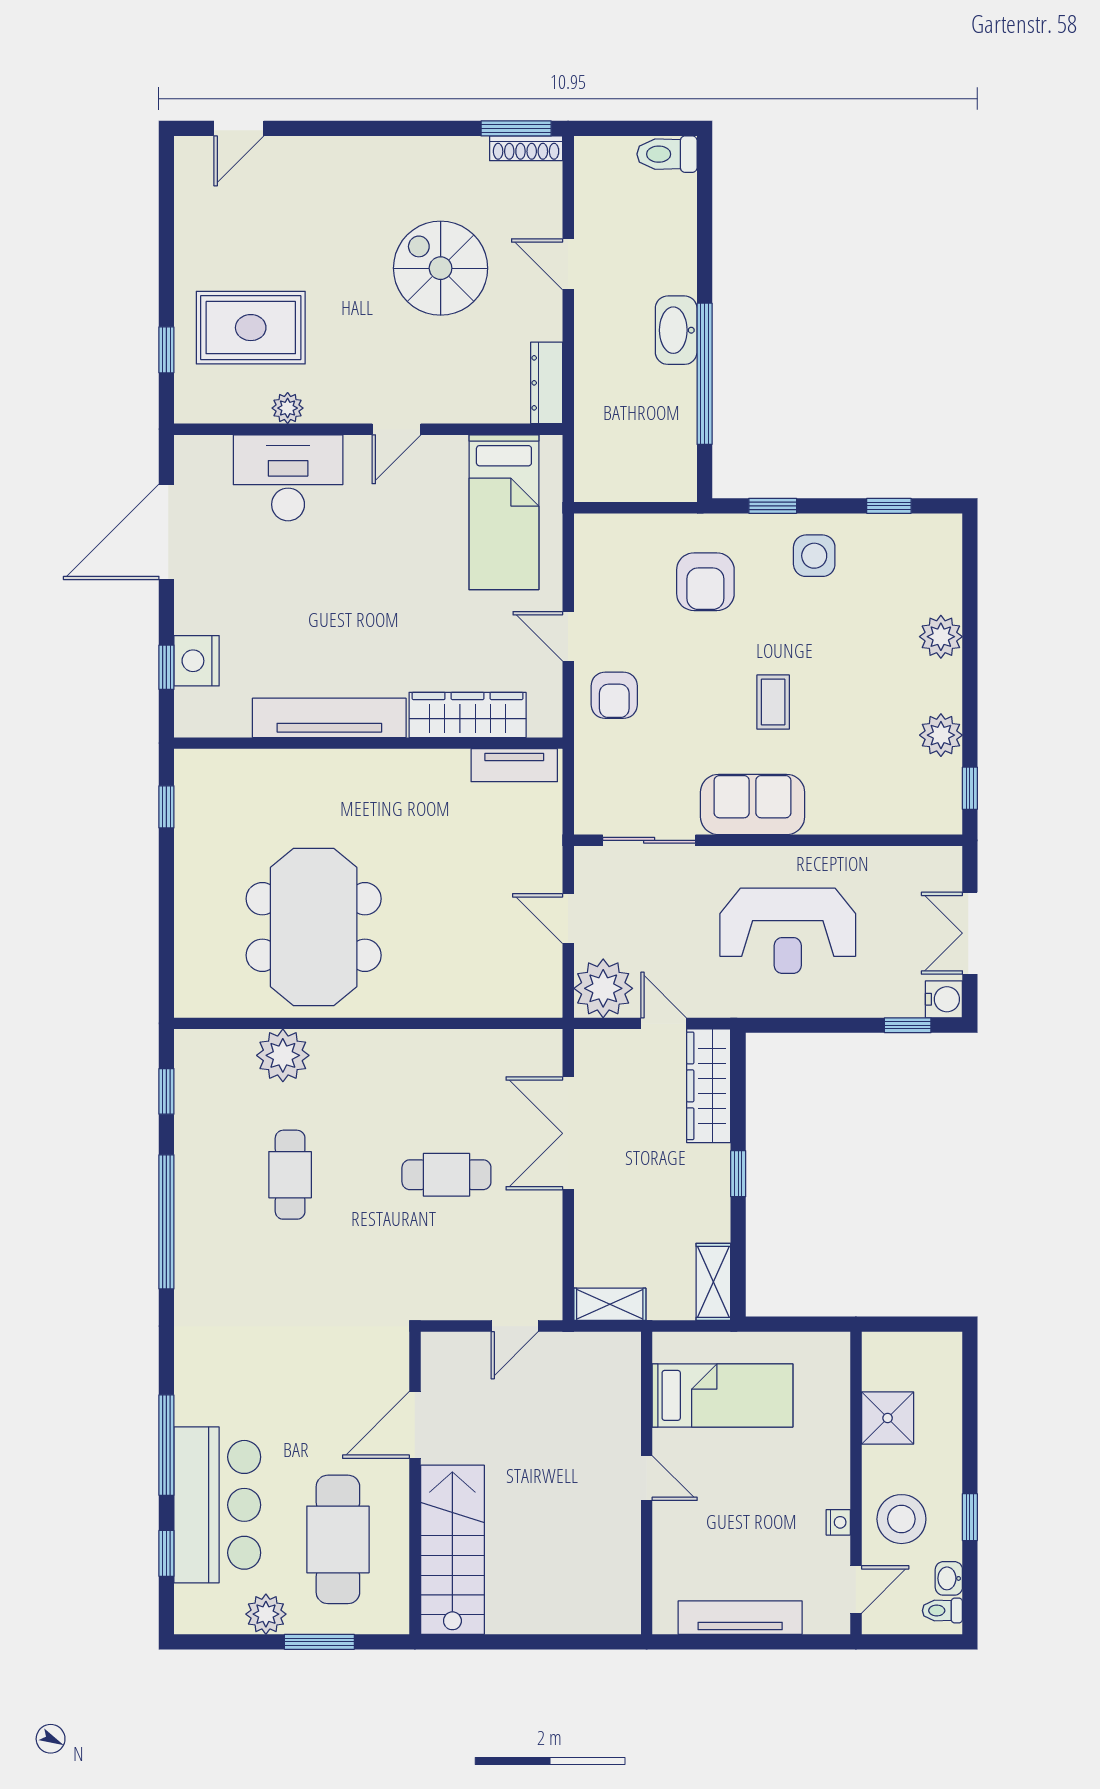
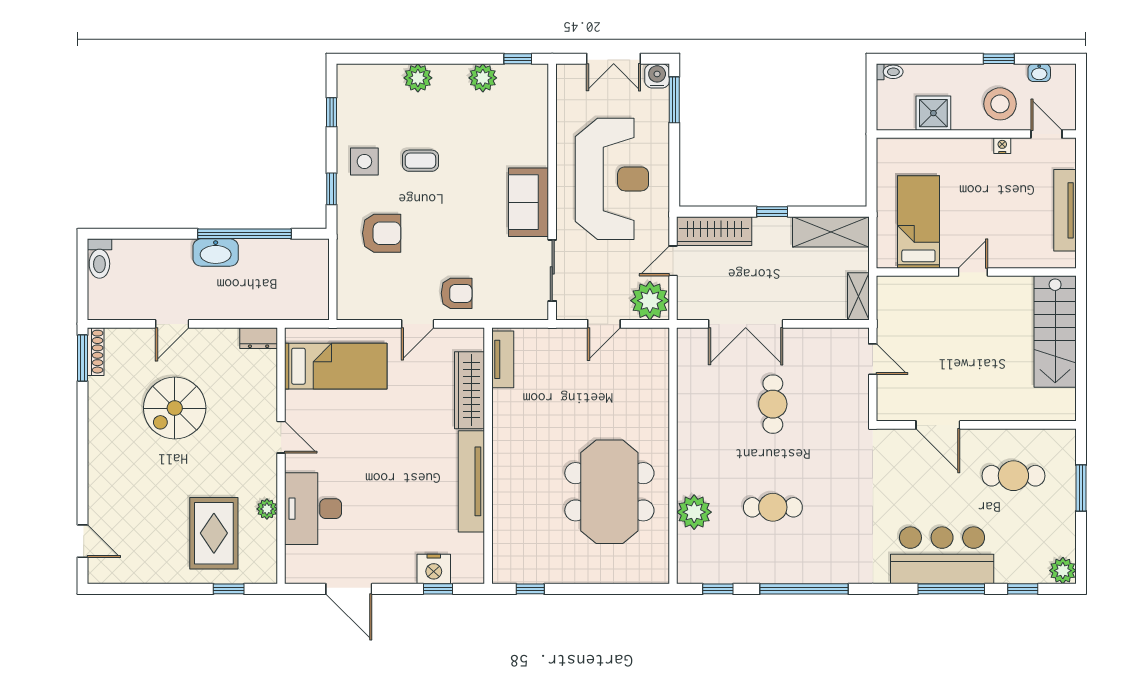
dresser: (547, 383) -> (259, 338), width x0.70
door: (166, 532) -> (349, 589), width x0.73
coffee table: (773, 702) -> (420, 161), moved
meeting table: (314, 927) -> (609, 492), turned 90
reception desk: (788, 931) -> (612, 179), width x1.36, depth x1.30
window: (908, 1025) -> (674, 100), width x1.50
shelving: (713, 1282) -> (831, 232), width x1.50, depth x1.33
bar counter: (217, 1505) -> (942, 555), moved
cafe table: (338, 1539) -> (1013, 476), width x0.73, depth x0.74
stairs: (452, 1550) -> (1055, 332), moved, turned -90
toilet: (942, 1611) -> (890, 72), moved, turned -90
plant: (266, 1614) -> (1063, 571), moved

